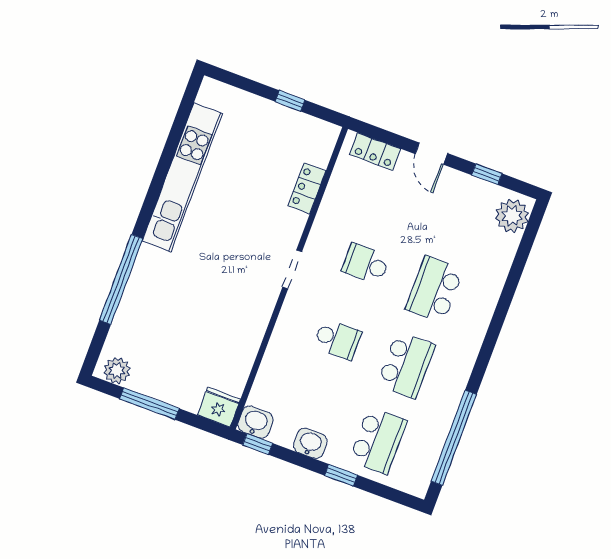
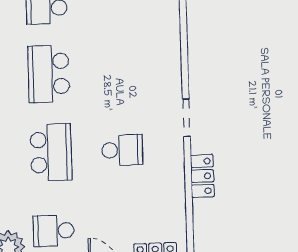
locker: (307, 188) -> (202, 176), moved
school desk: (338, 339) -> (54, 231), moved

